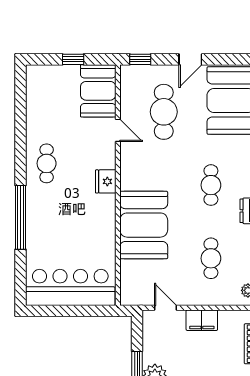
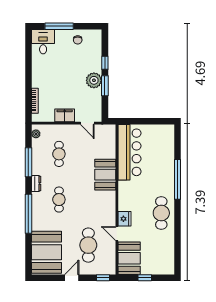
cafe table: (47, 163) -> (161, 213), width x1.37, depth x1.35
fridge: (106, 181) -> (124, 219), moved
booth: (144, 225) -> (105, 175), width x0.73, depth x0.70
bar counter: (70, 287) -> (129, 152), moved, turned -90

